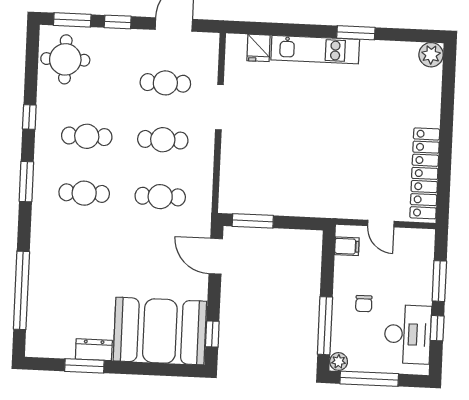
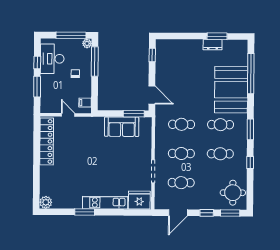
fridge: (258, 48) -> (139, 200), width x1.88, depth x1.34
sofa: (277, 196) -> (122, 127), added
booth: (160, 331) -> (231, 90), moved, turned 90

